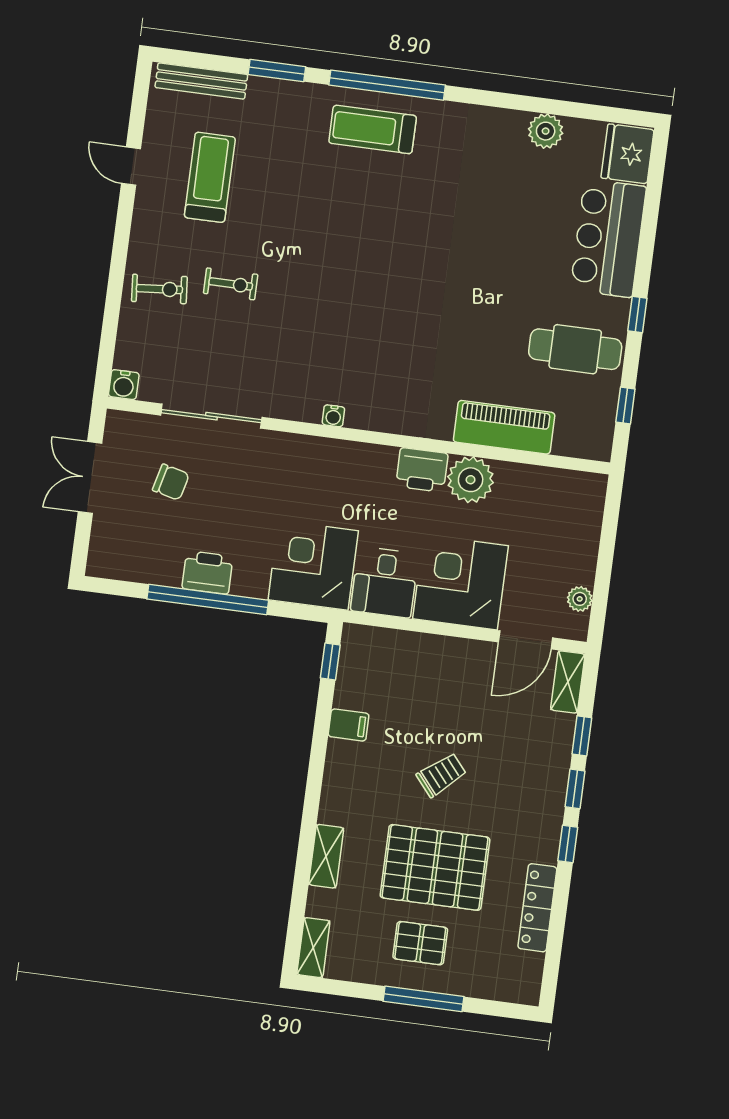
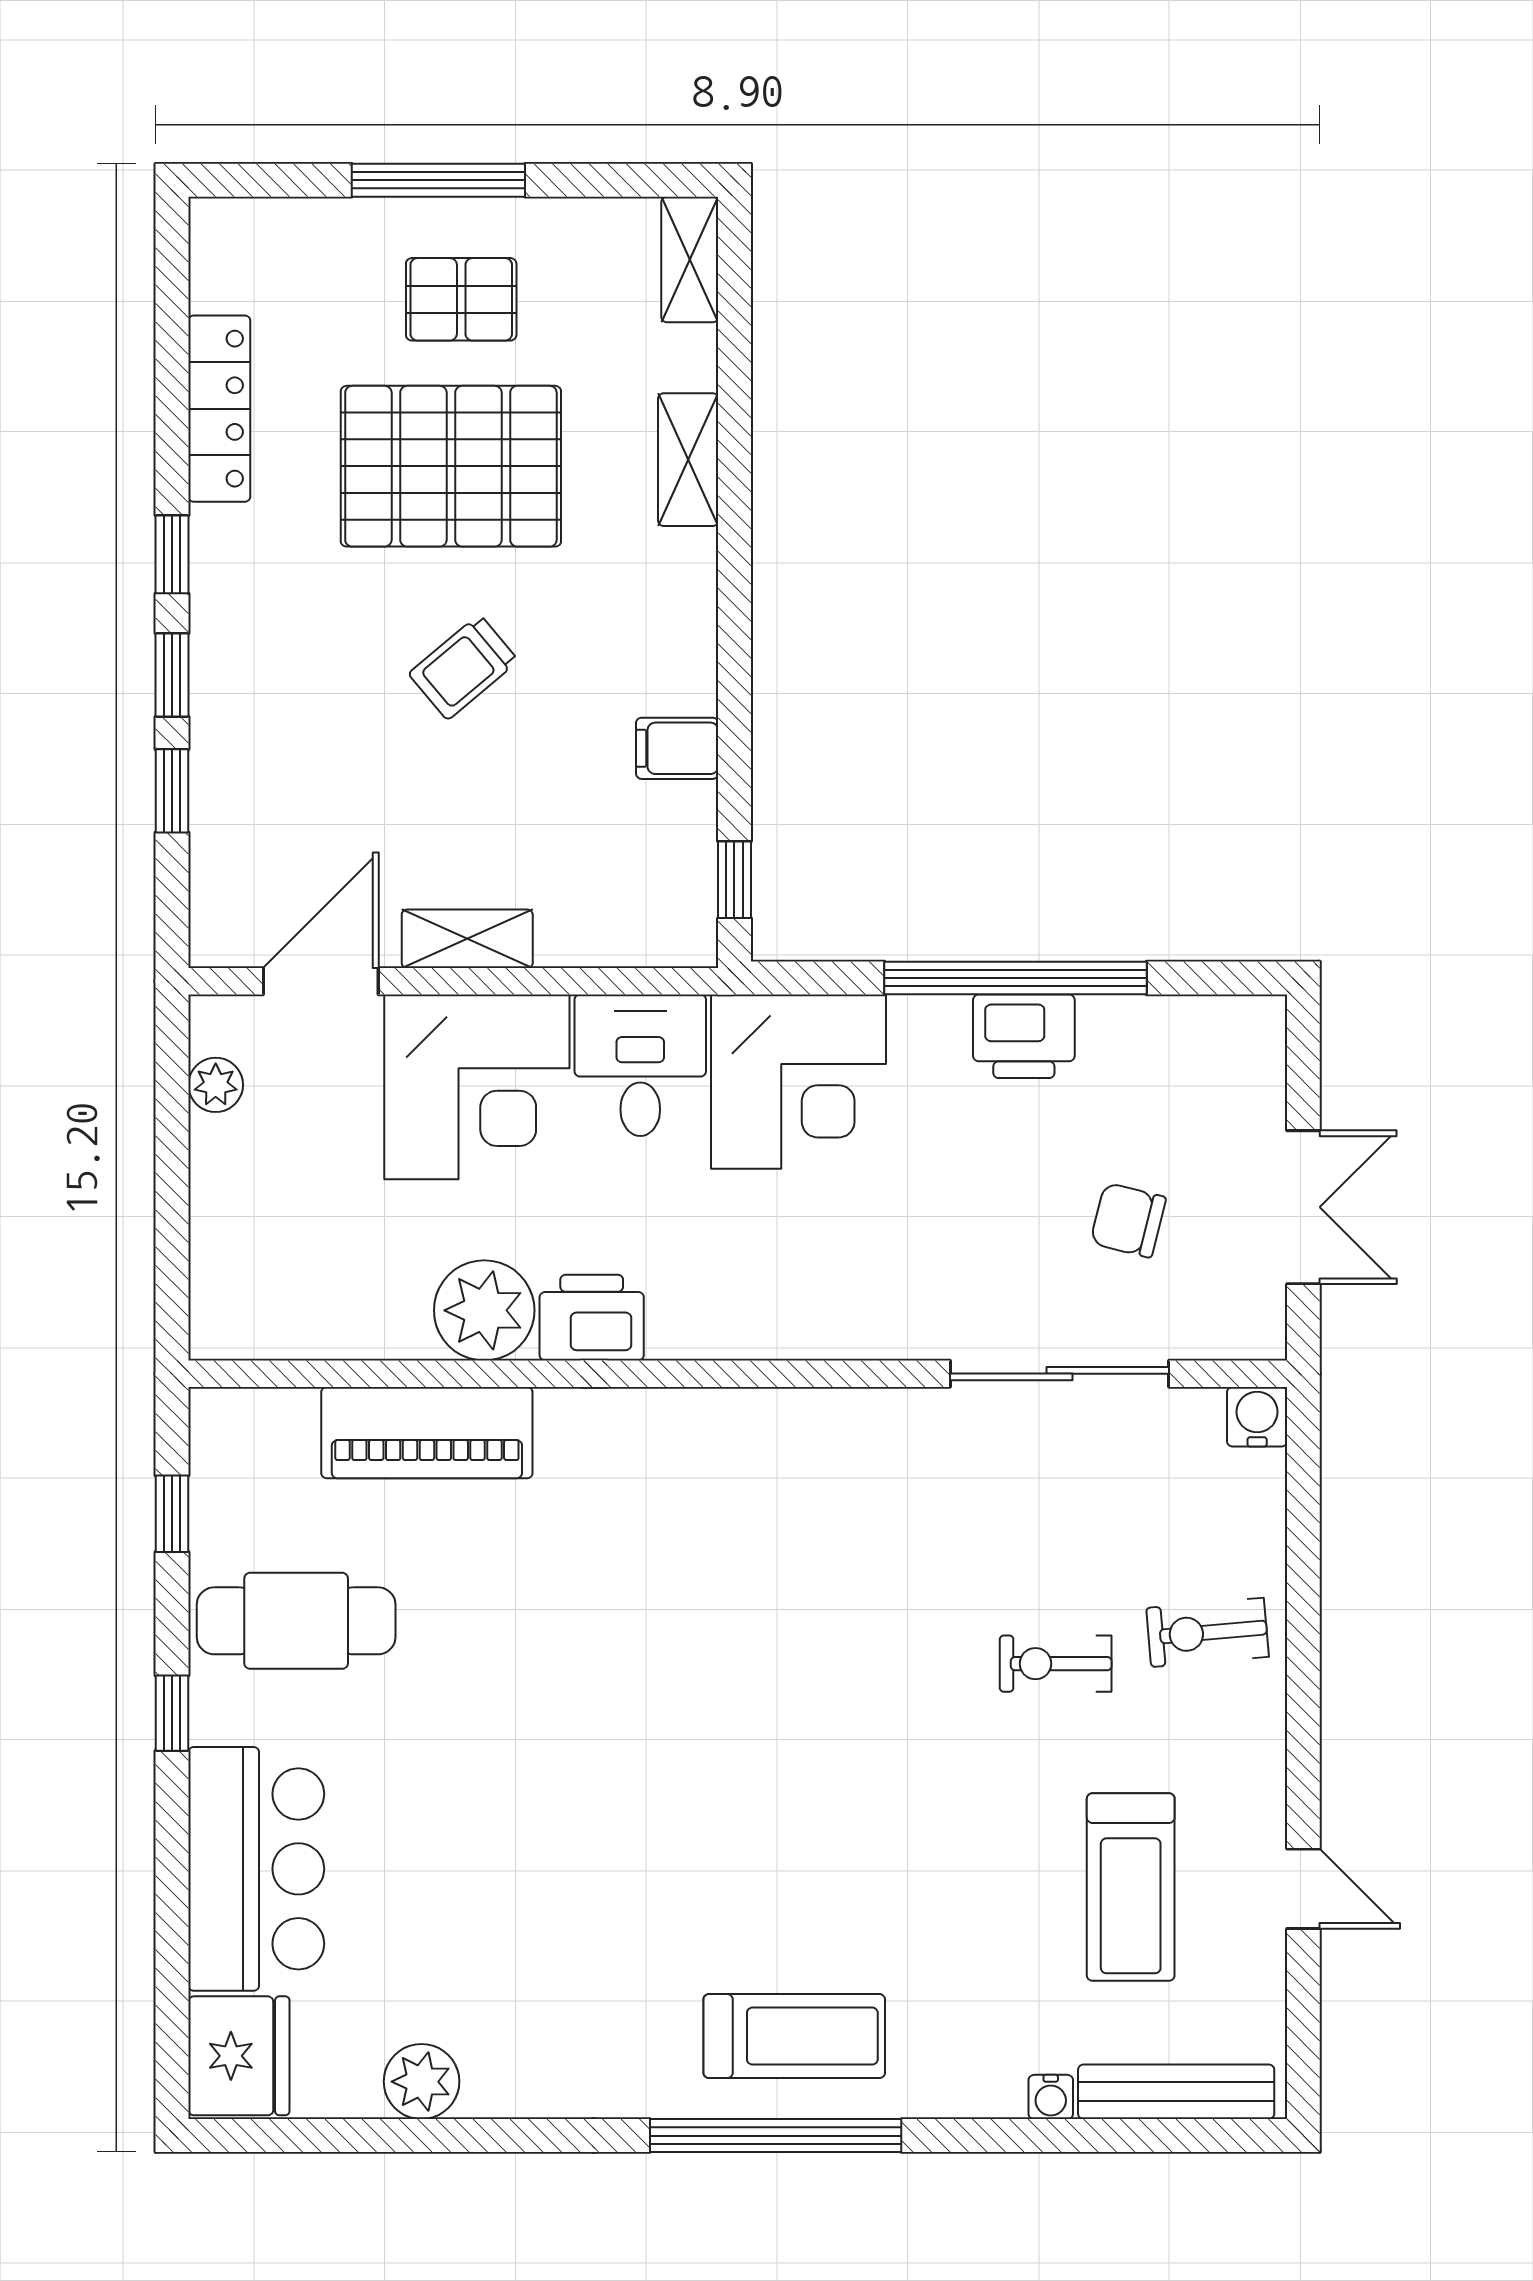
window: (277, 71) -> (1017, 2136), removed
water cooler: (333, 416) -> (1051, 2097), moved, turned 180
shelving: (568, 682) -> (467, 939), moved, turned 90

